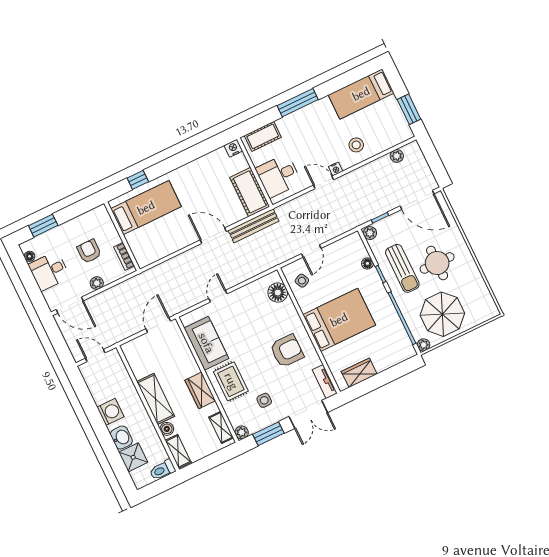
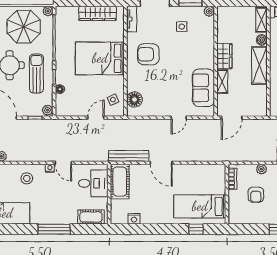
nightstand: (233, 148) -> (134, 219), moved
wardrobe: (359, 373) -> (98, 13), width x1.50
rug: (231, 381) -> (199, 52), removed
shelving: (221, 428) -> (222, 82), moved

